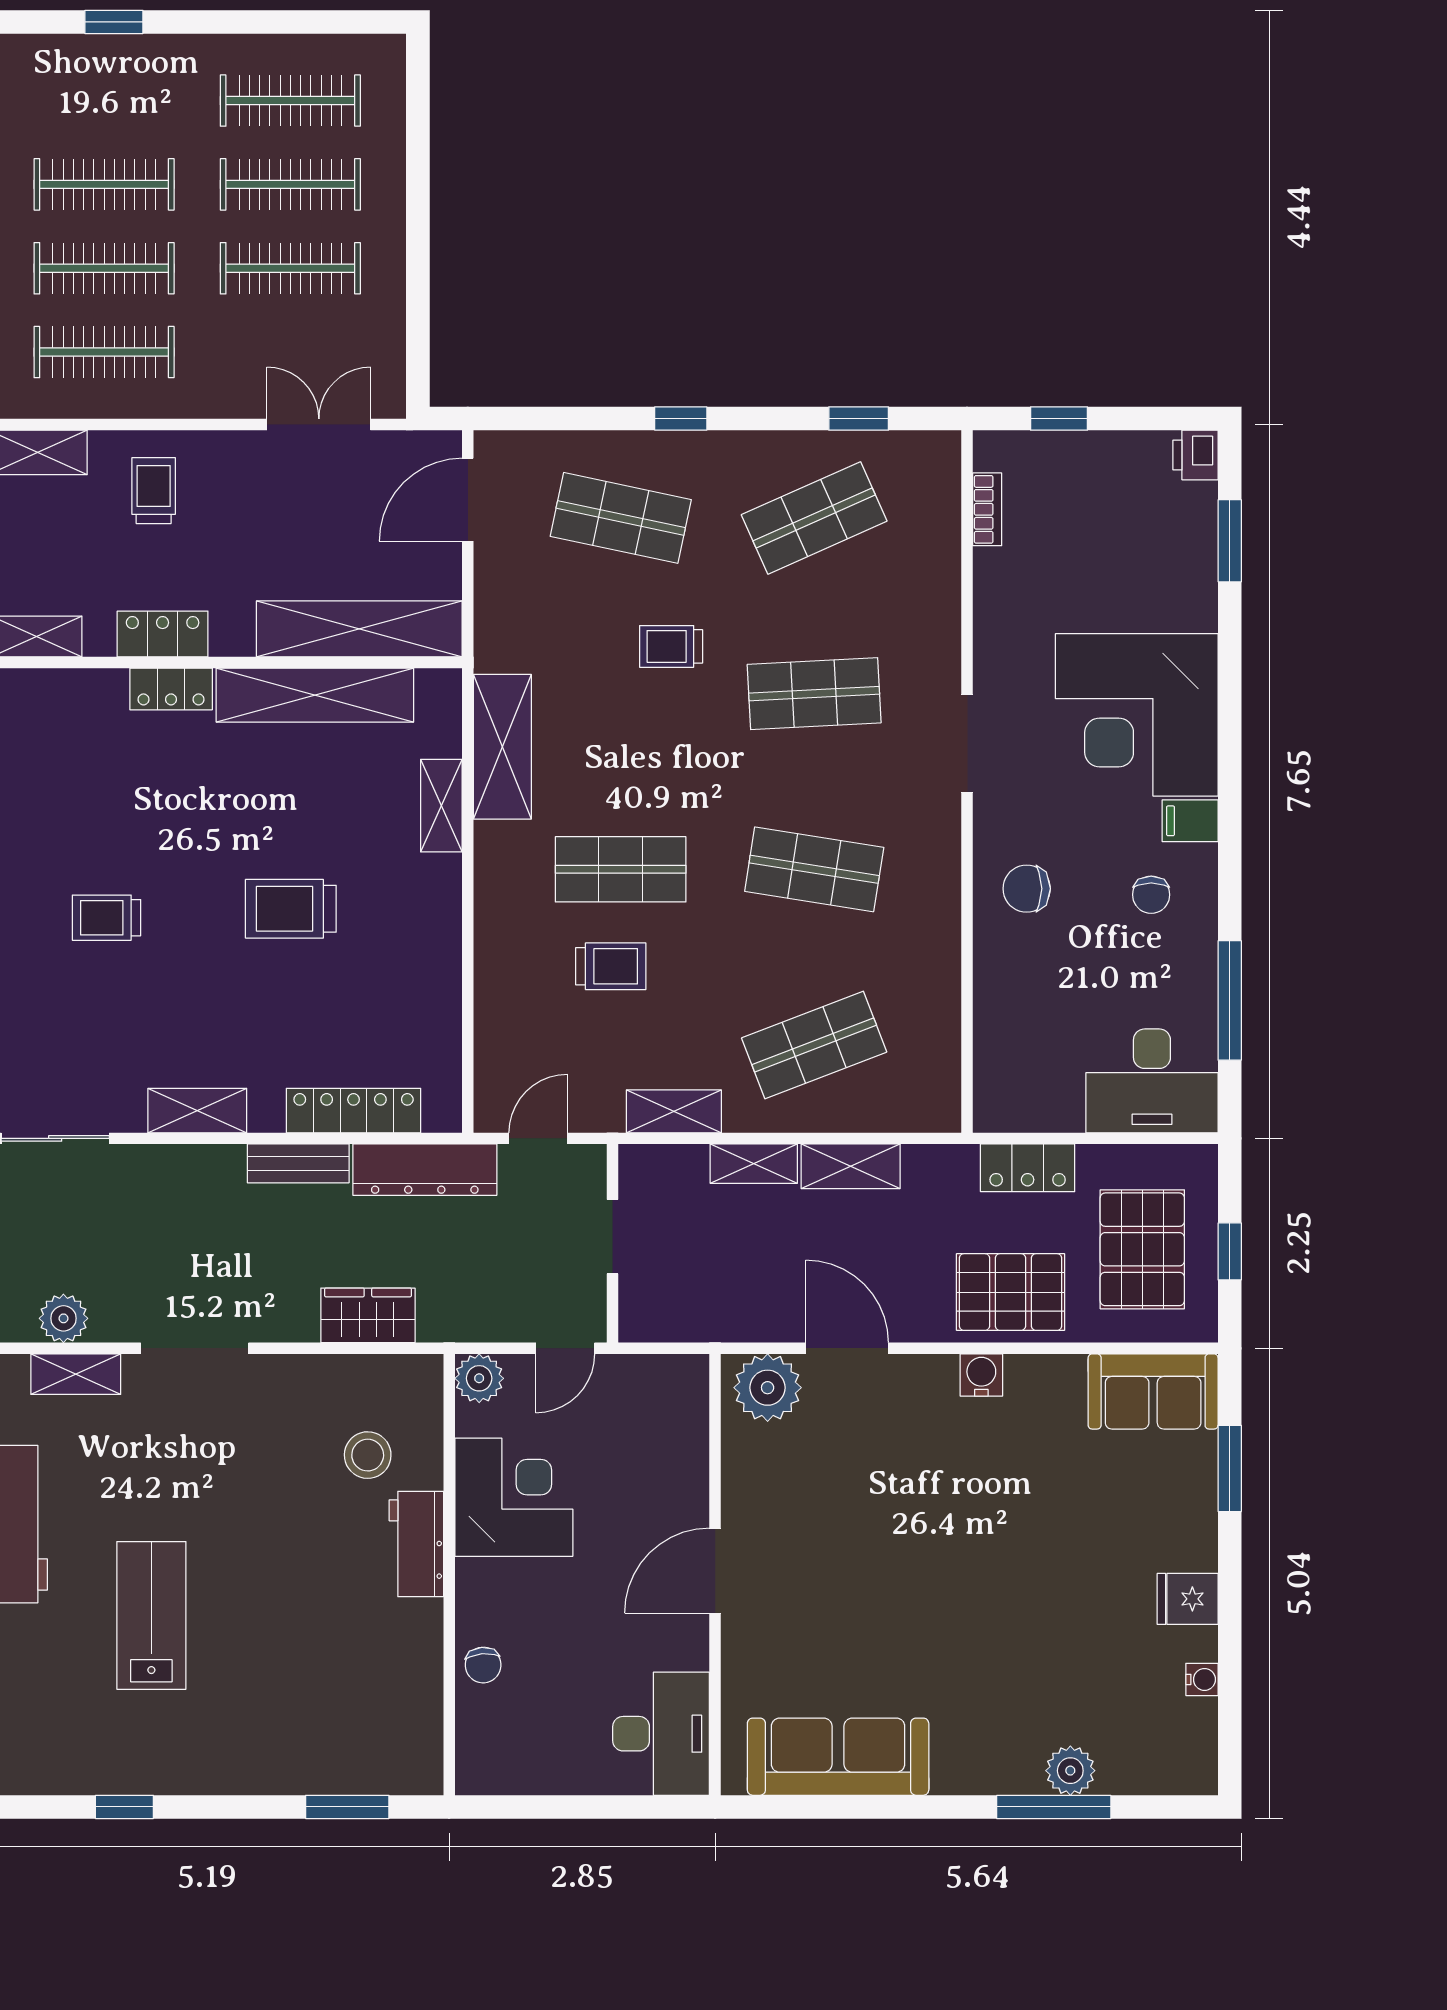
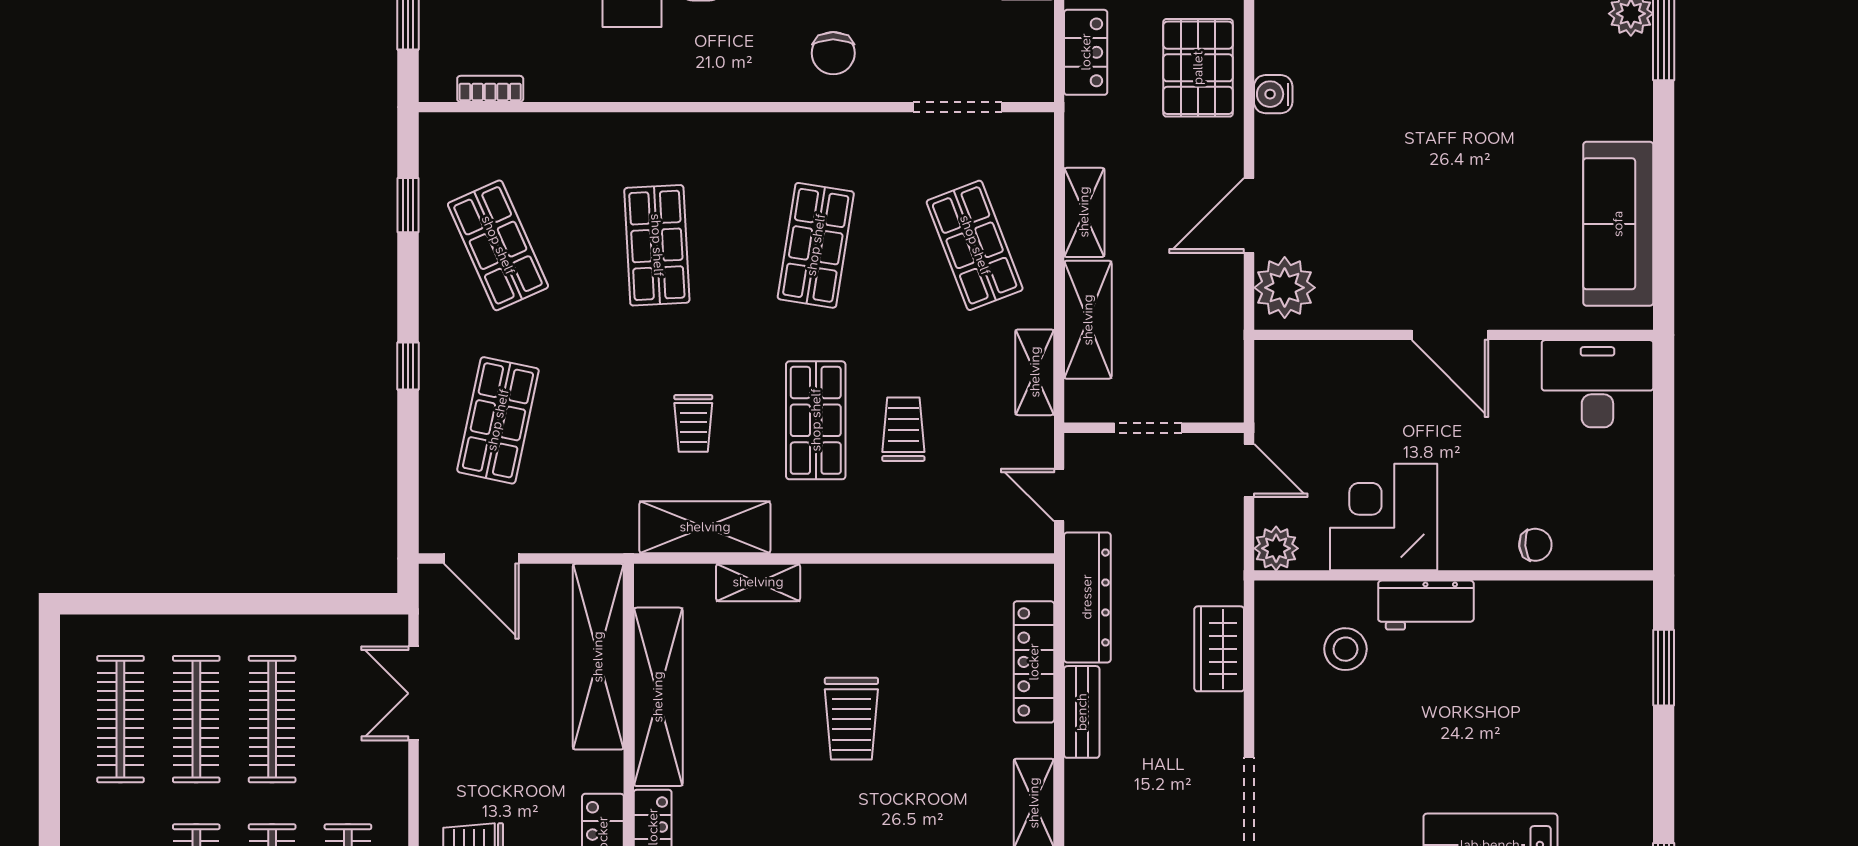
trolley: (671, 646) -> (693, 423), moved
doorway: (967, 743) -> (957, 107), moved
shelving: (754, 1164) -> (1088, 320), width x1.50, depth x1.33

